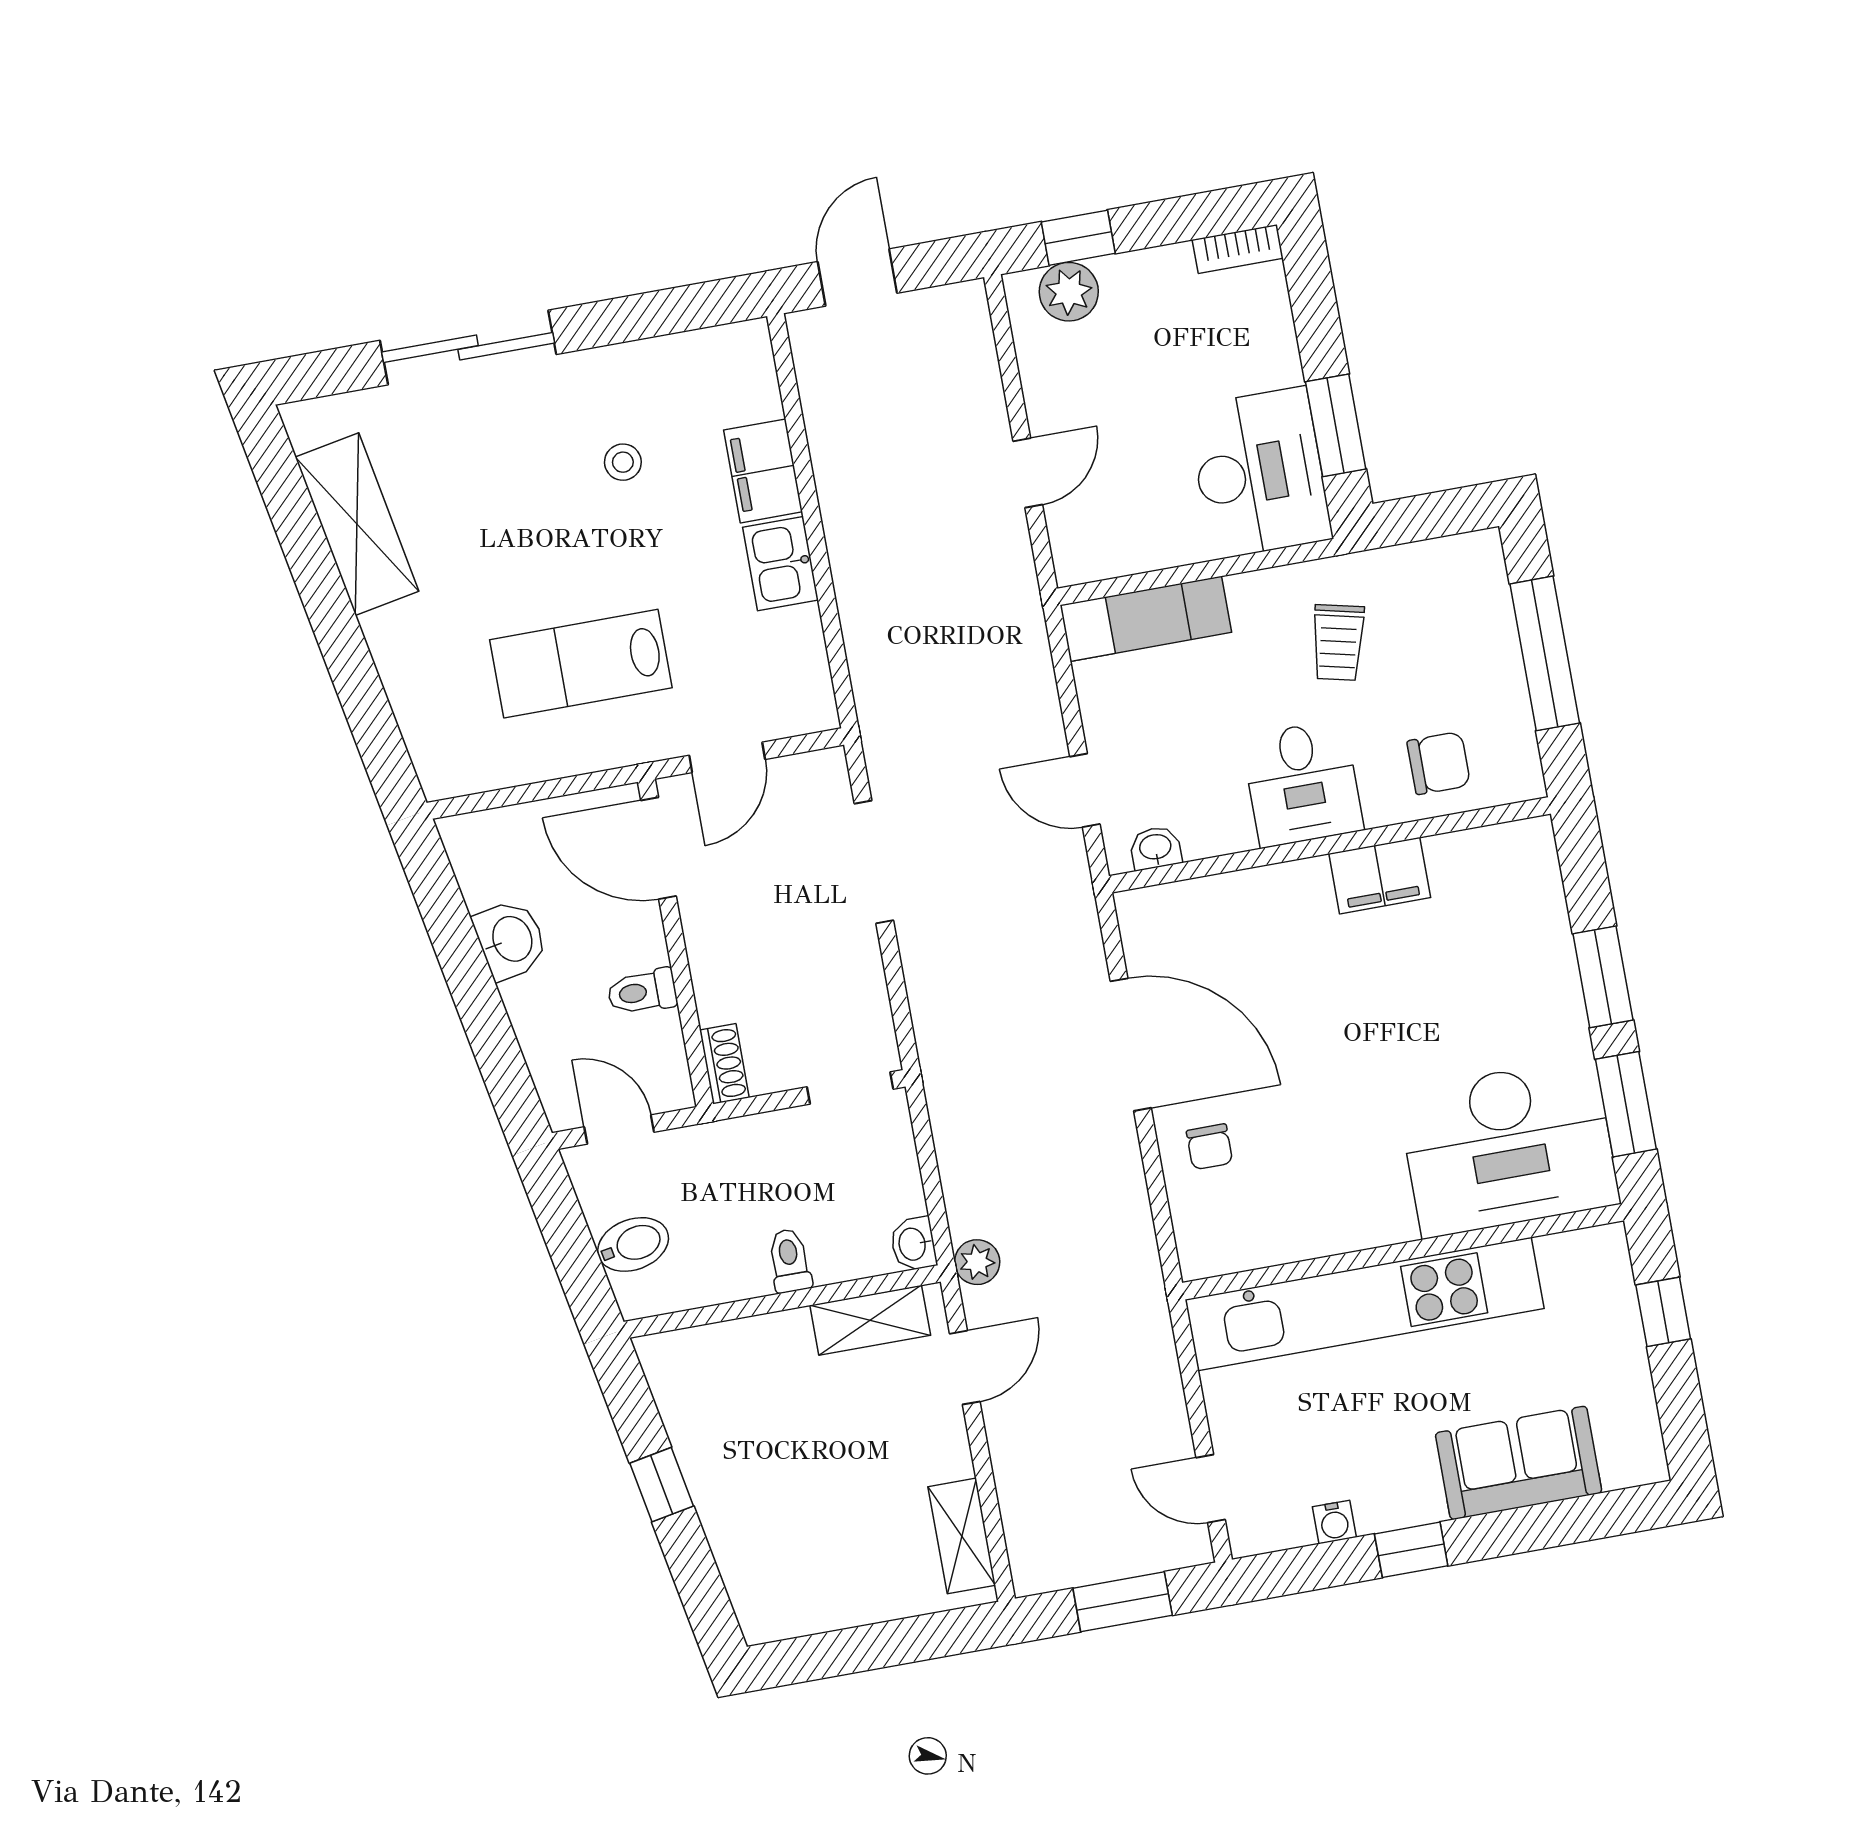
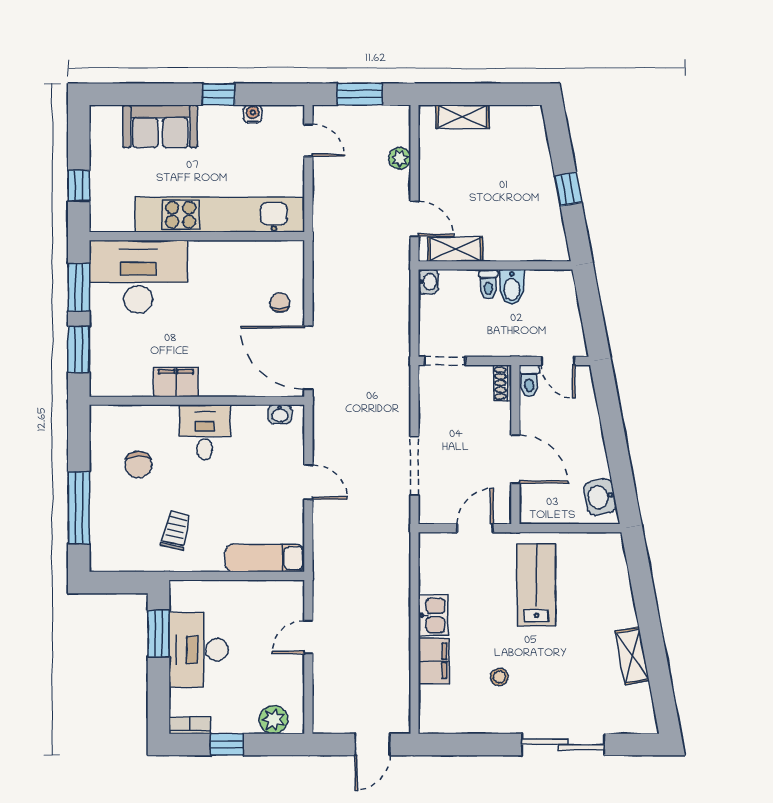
window: (1078, 238) -> (227, 744), moved
desk: (1259, 473) -> (199, 650), moved
shelving: (357, 524) -> (632, 656), width x0.67, depth x0.75
lab bench: (581, 664) -> (536, 585), turned -90
chair: (1439, 763) -> (138, 465), turned -90
desk: (1302, 783) -> (205, 432), moved
wall: (1330, 845) -> (197, 401), moved
door: (659, 848) -> (515, 459), moved
washbasin: (1155, 848) -> (280, 414), moved
filing cabinet: (1380, 876) -> (176, 382), moved
washbasin: (511, 940) -> (600, 497), moved
toilet: (642, 992) -> (529, 381), moved, turned 90
bidet: (633, 1244) -> (512, 287), moved, turned -79
plant: (977, 1262) -> (400, 158), moved
door: (965, 1368) -> (415, 219), swing flipped
shelving: (962, 1536) -> (462, 117), moved, turned 90

